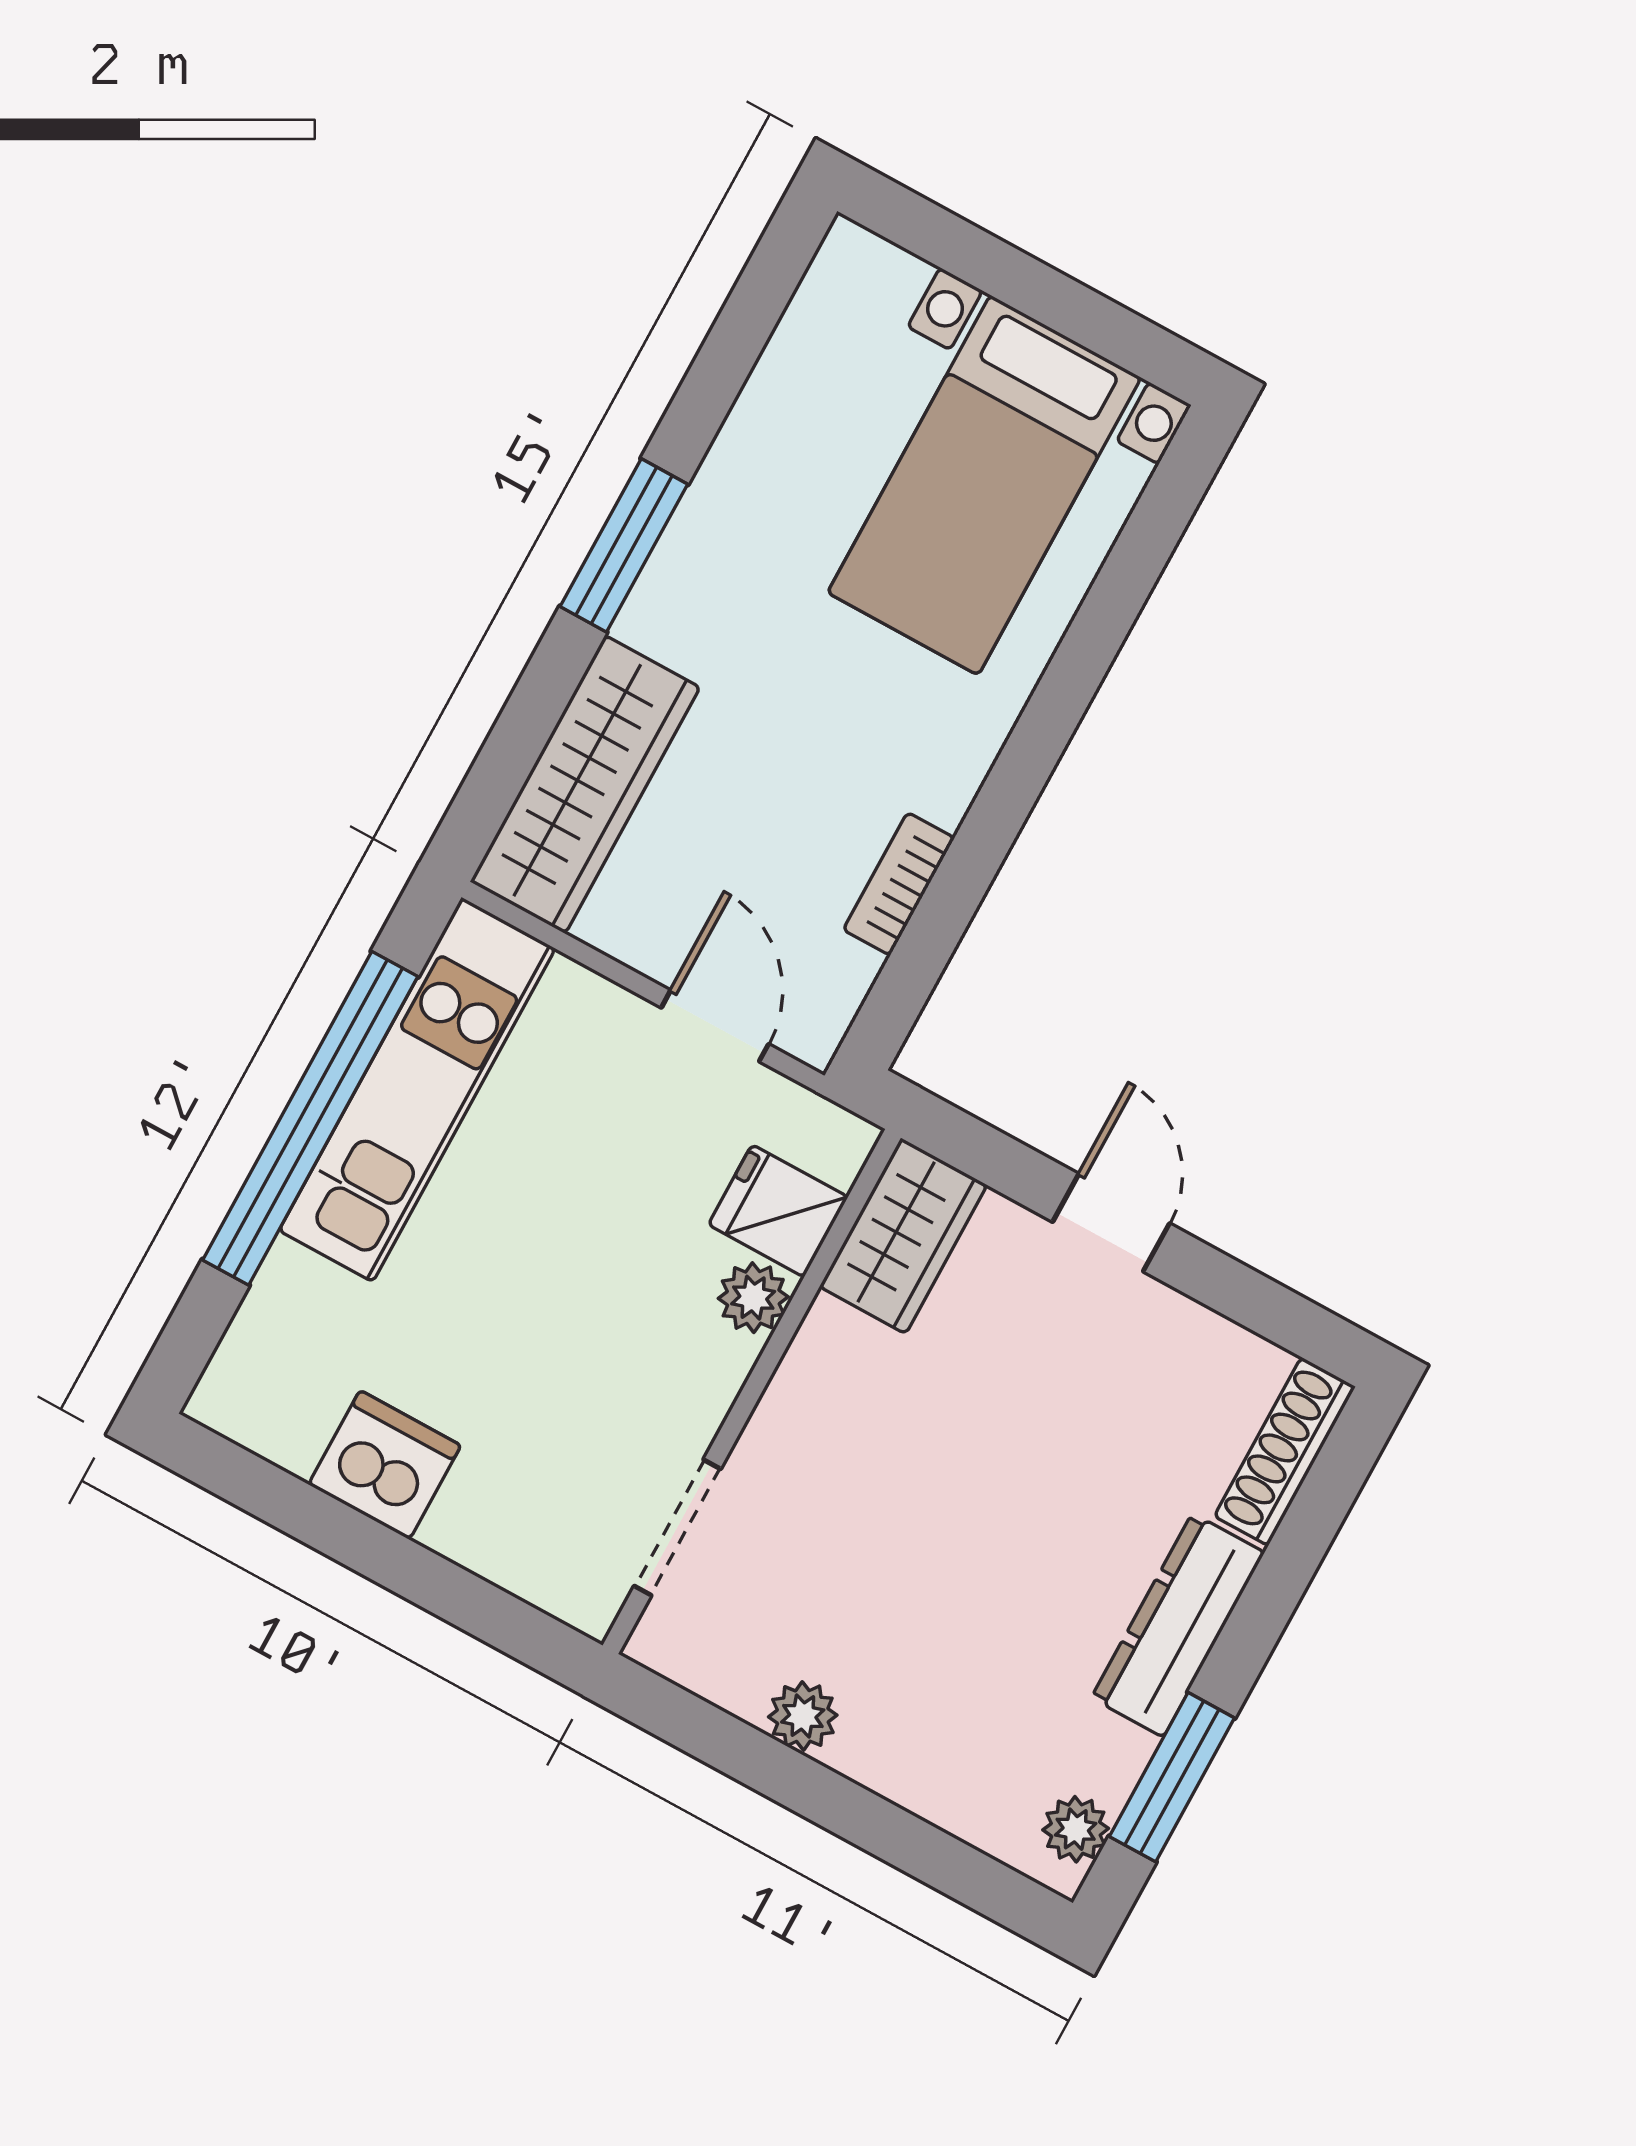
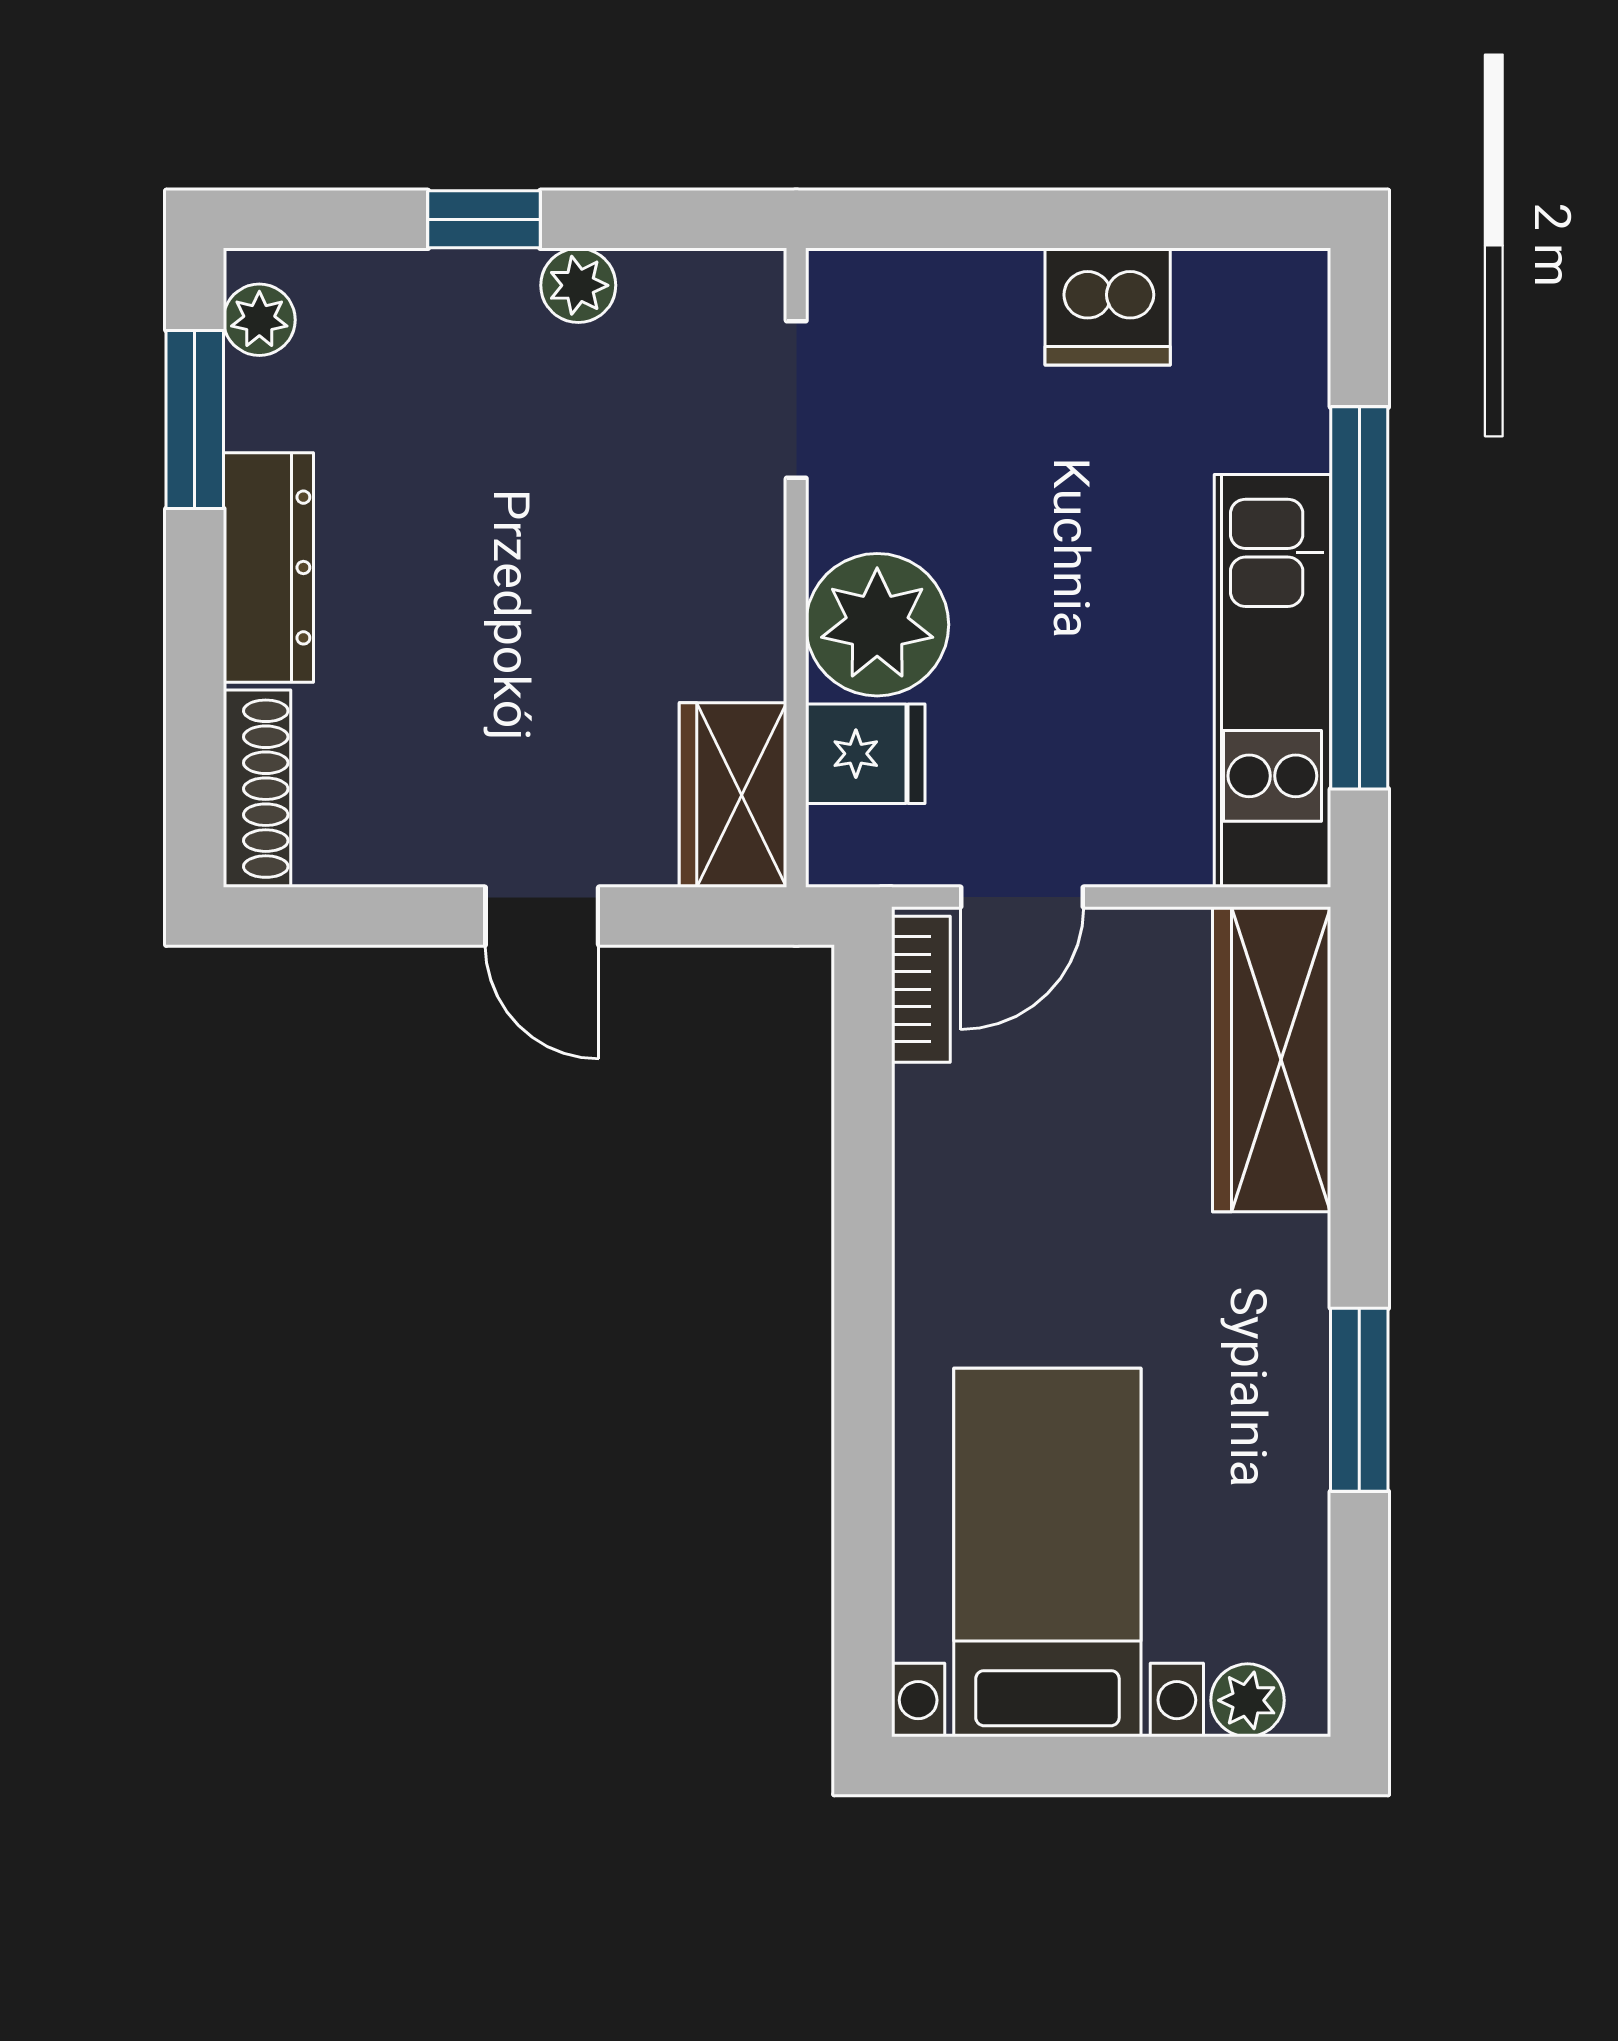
plant: (888, 277) -> (1248, 1700), added
window: (624, 545) -> (1359, 1400), moved
bookcase: (899, 884) -> (921, 989), moved
door: (715, 1026) -> (1022, 897), hinge flipped
plant: (753, 1298) -> (877, 625), width x1.88, depth x1.88
window: (850, 1811) -> (484, 219), added

